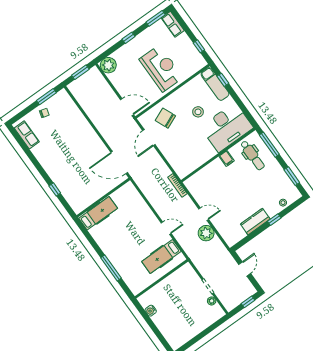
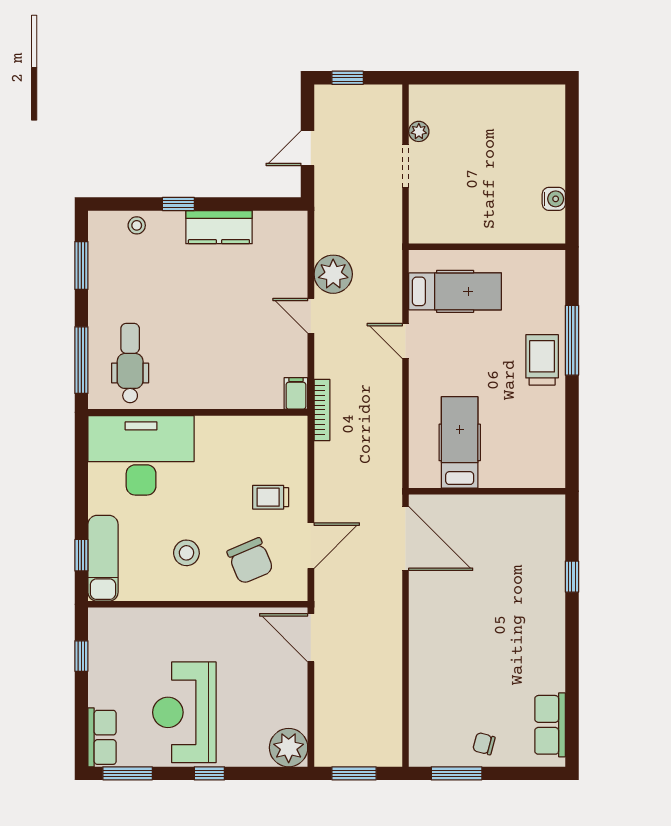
reception desk: (161, 68) -> (184, 712), moved
stool: (198, 112) -> (186, 553), moved
trolley: (174, 144) -> (271, 497), added
filing cabinet: (227, 158) -> (296, 393), moved
hospital bed: (98, 213) -> (460, 442), moved, turned 90
trolley: (116, 254) -> (542, 360), added

